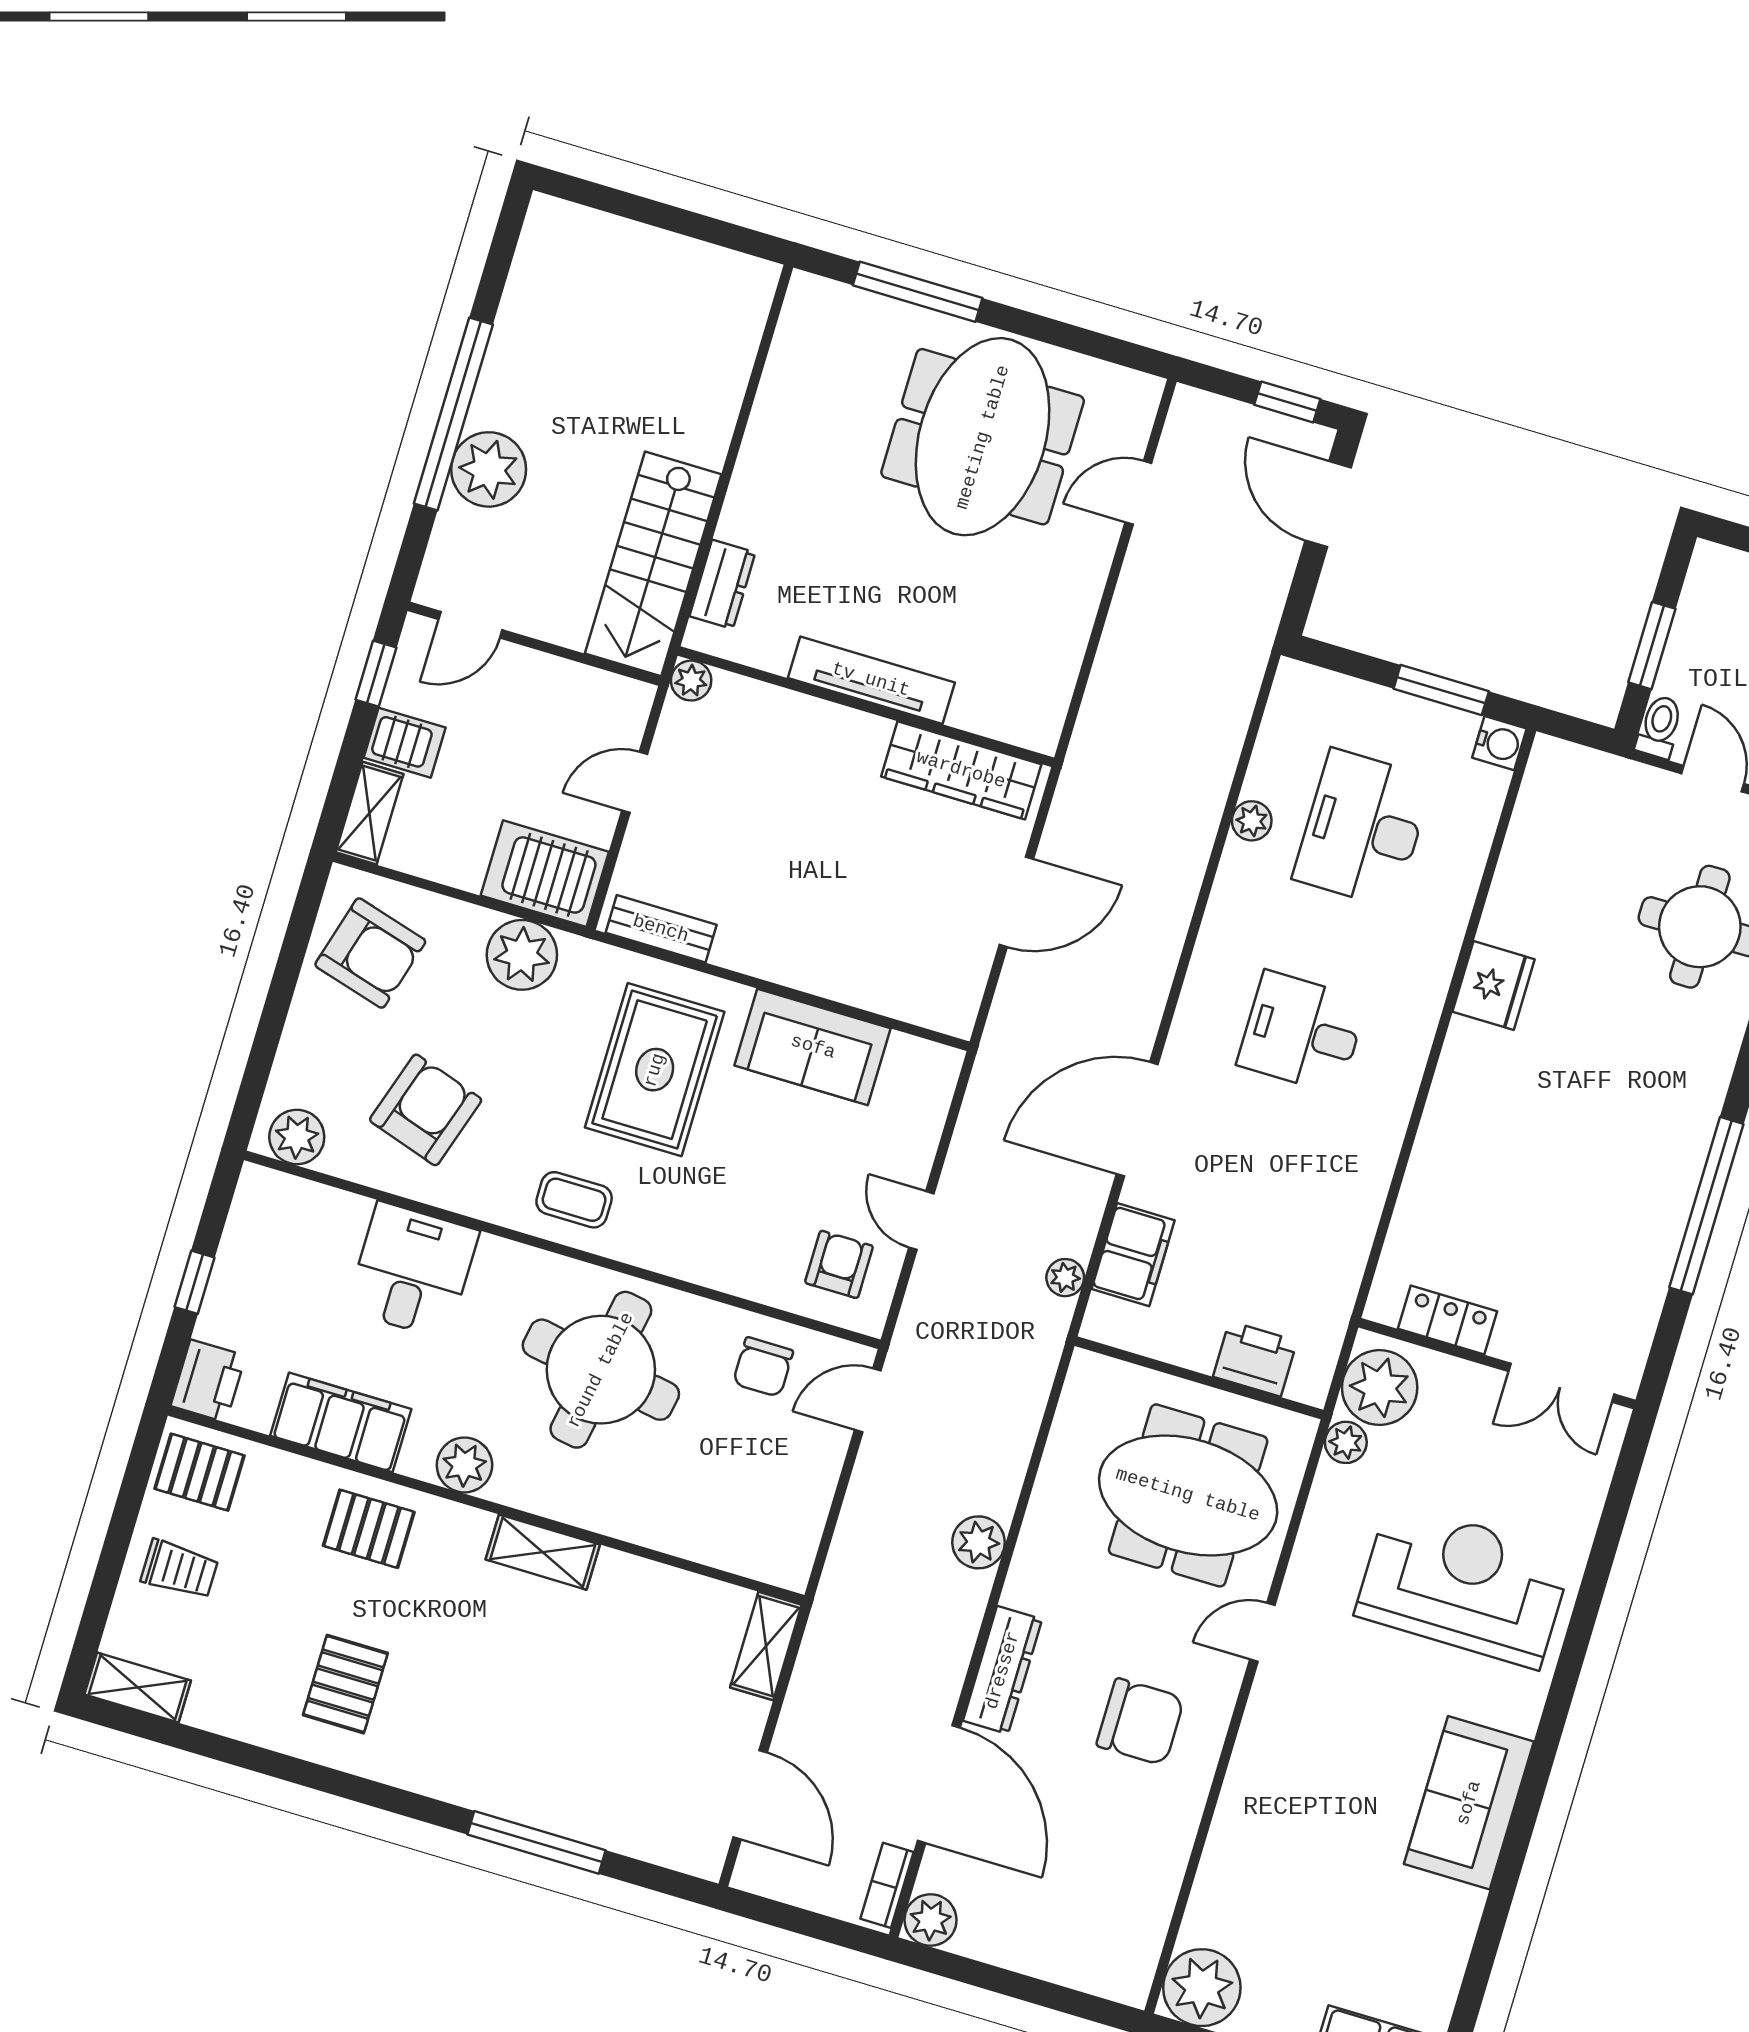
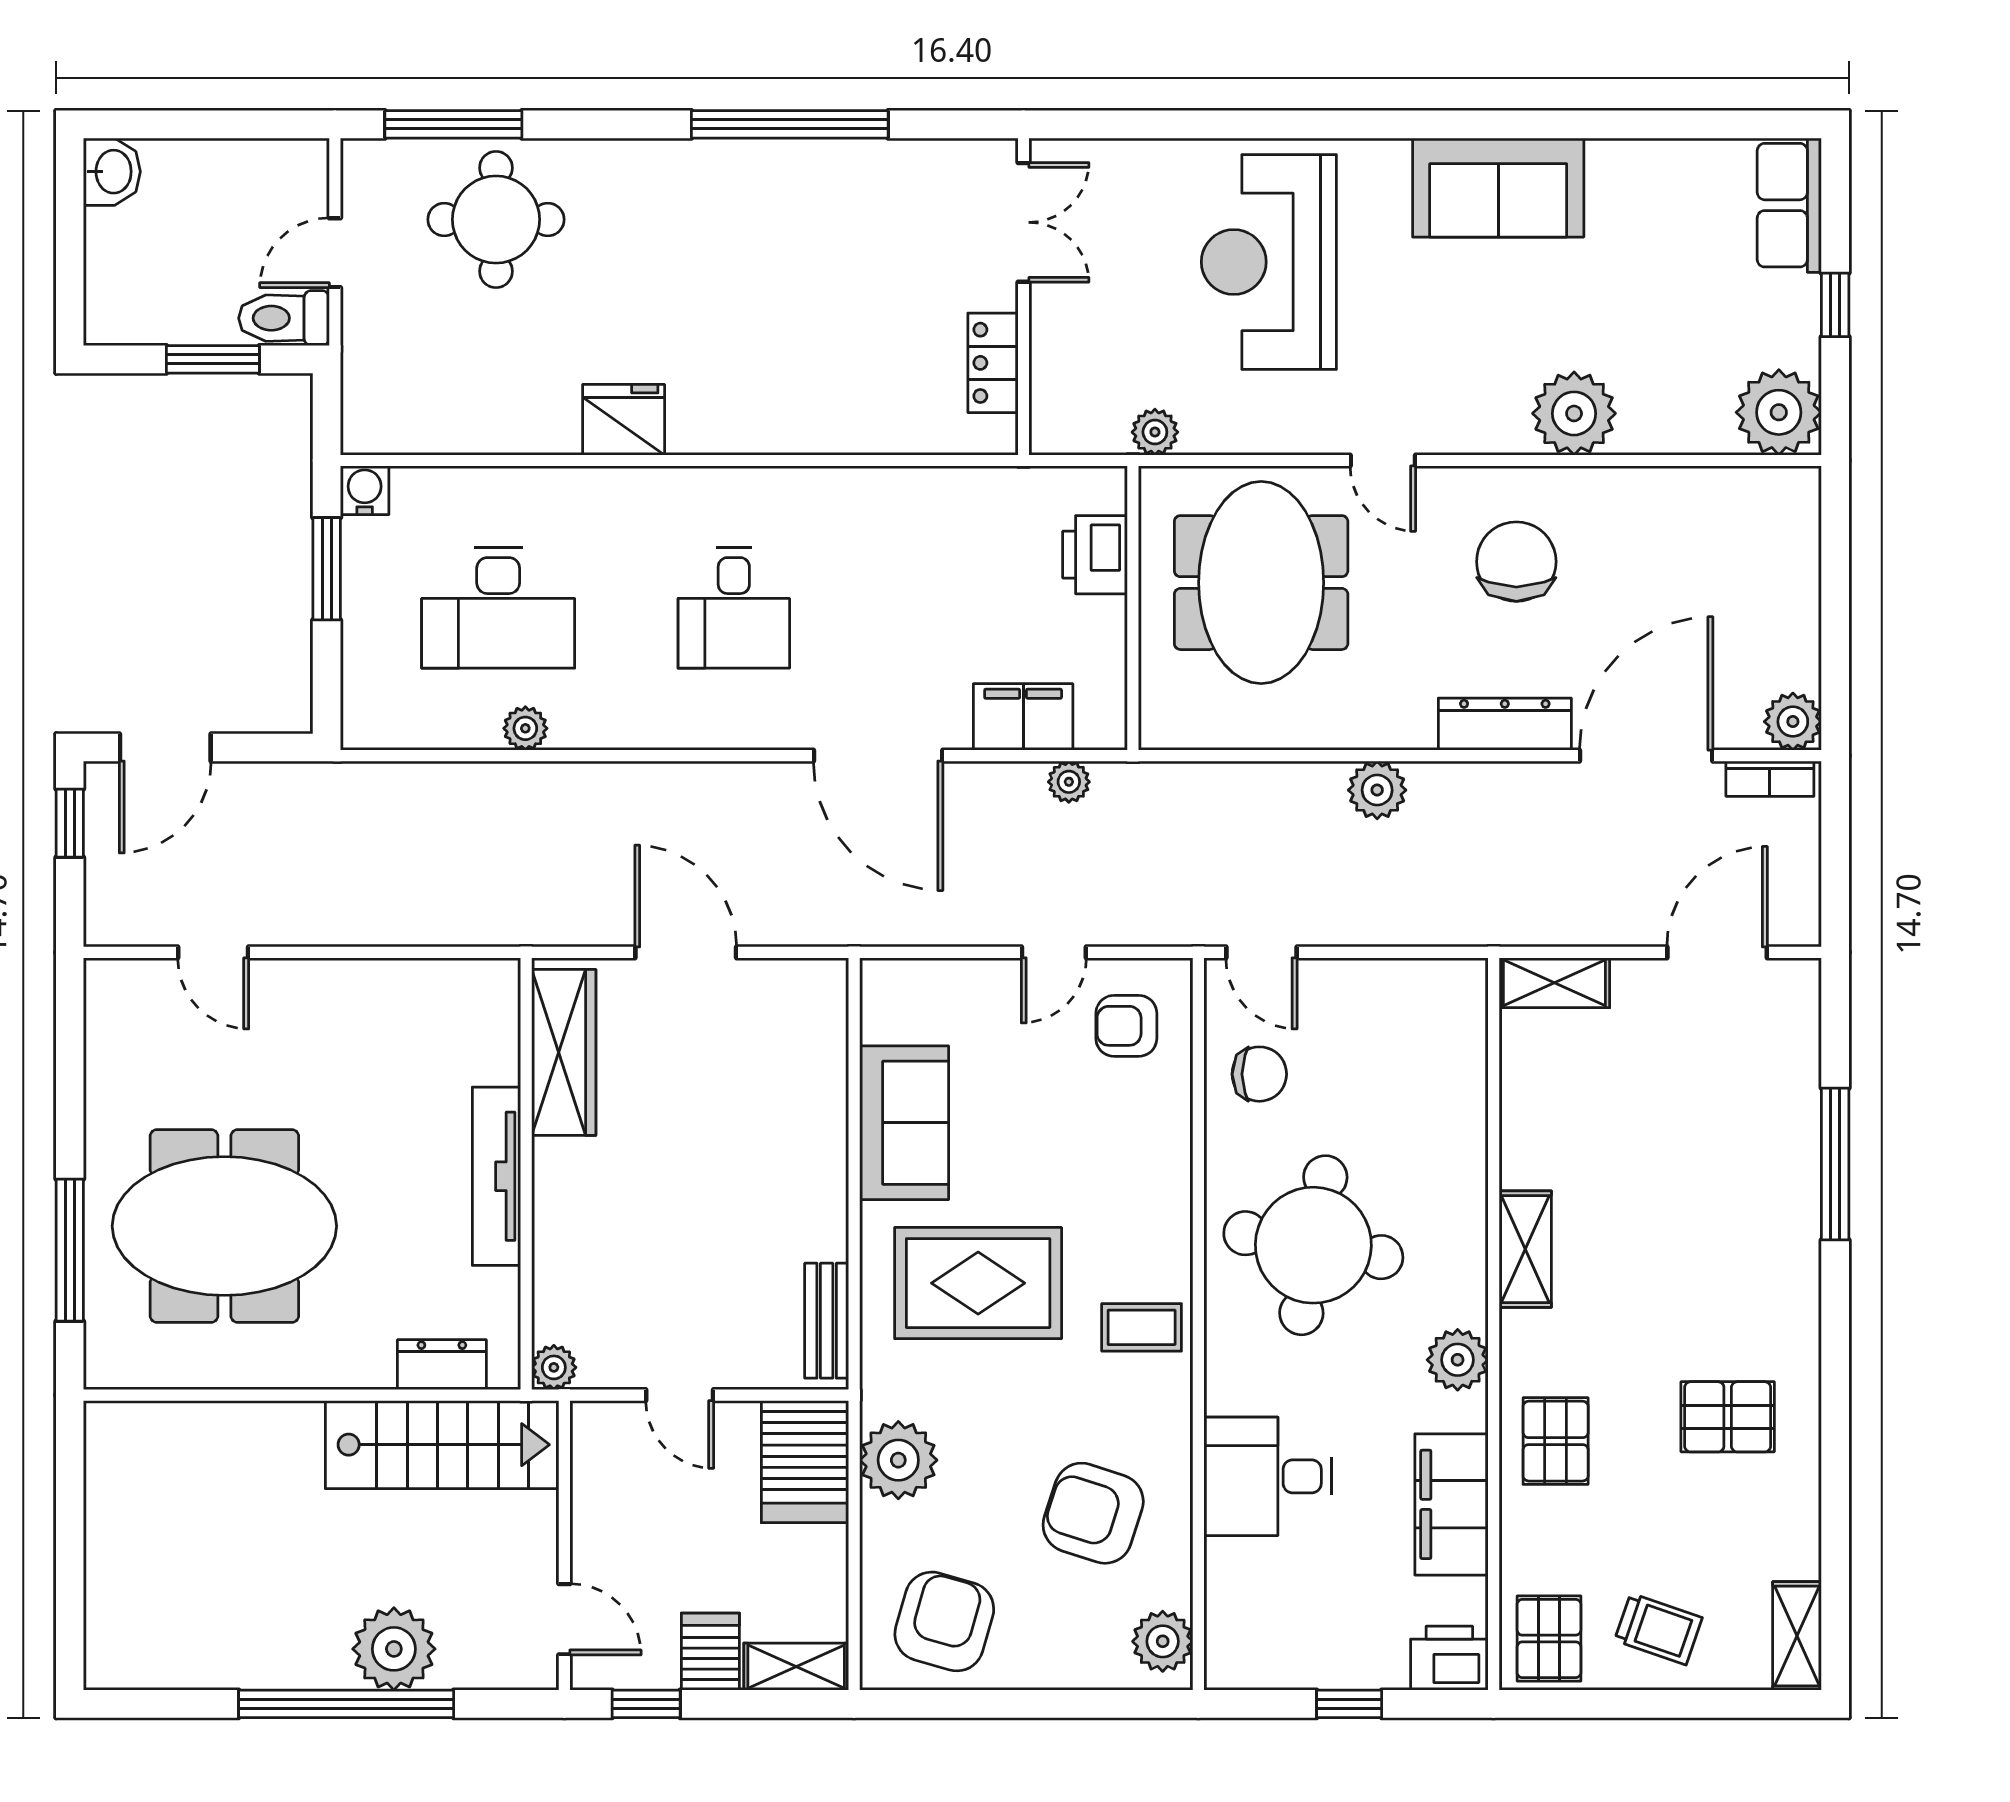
meeting table: (983, 437) -> (224, 1226), moved
toilet: (1659, 727) -> (284, 318), width x1.37, depth x1.39
coffee table: (574, 1200) -> (1142, 1327), turned 90
plant: (1380, 1388) -> (1574, 413), moved
trolley: (180, 1569) -> (1658, 1629), turned 109

